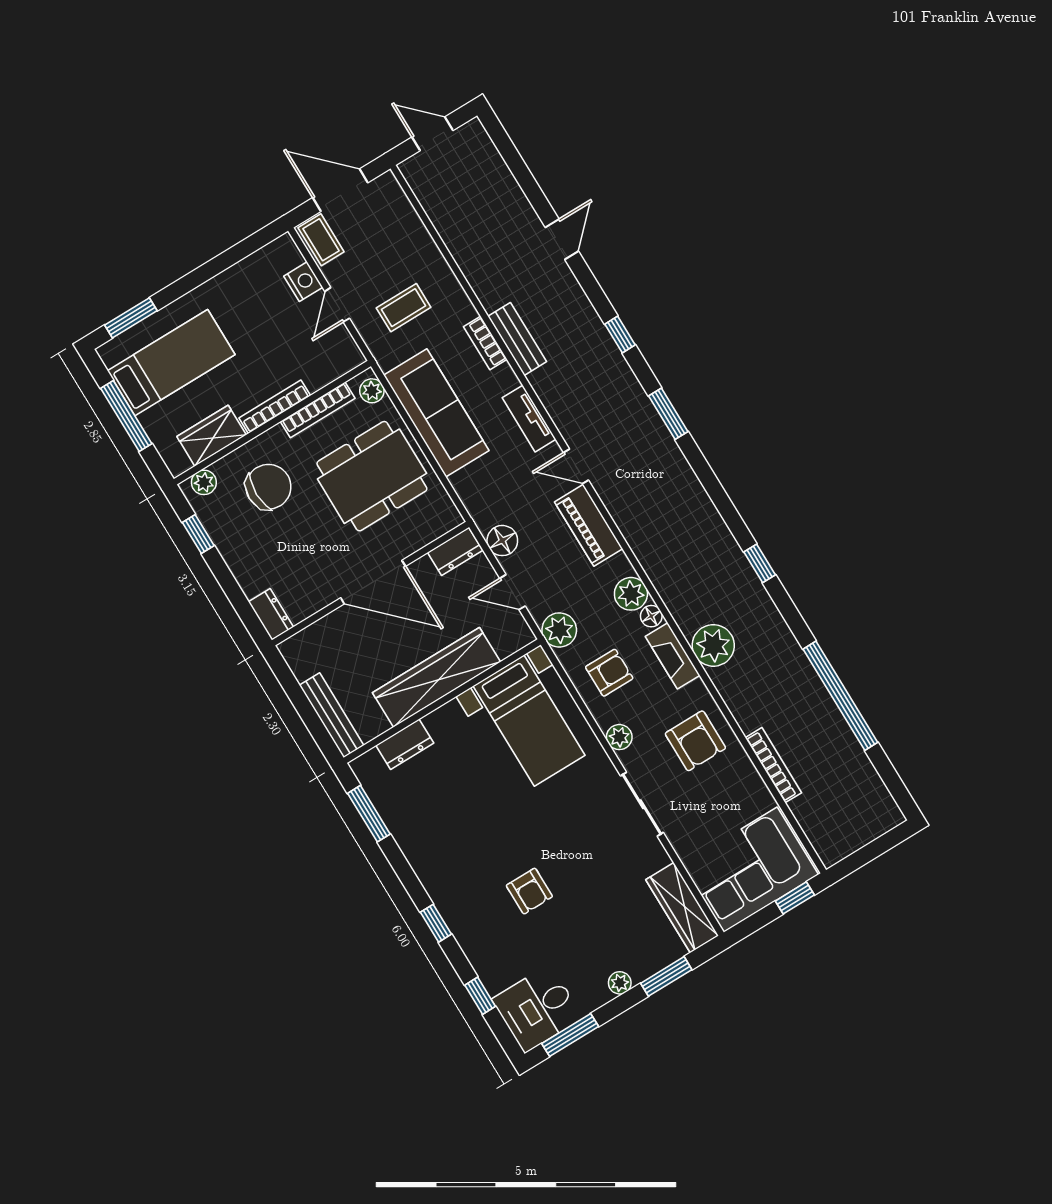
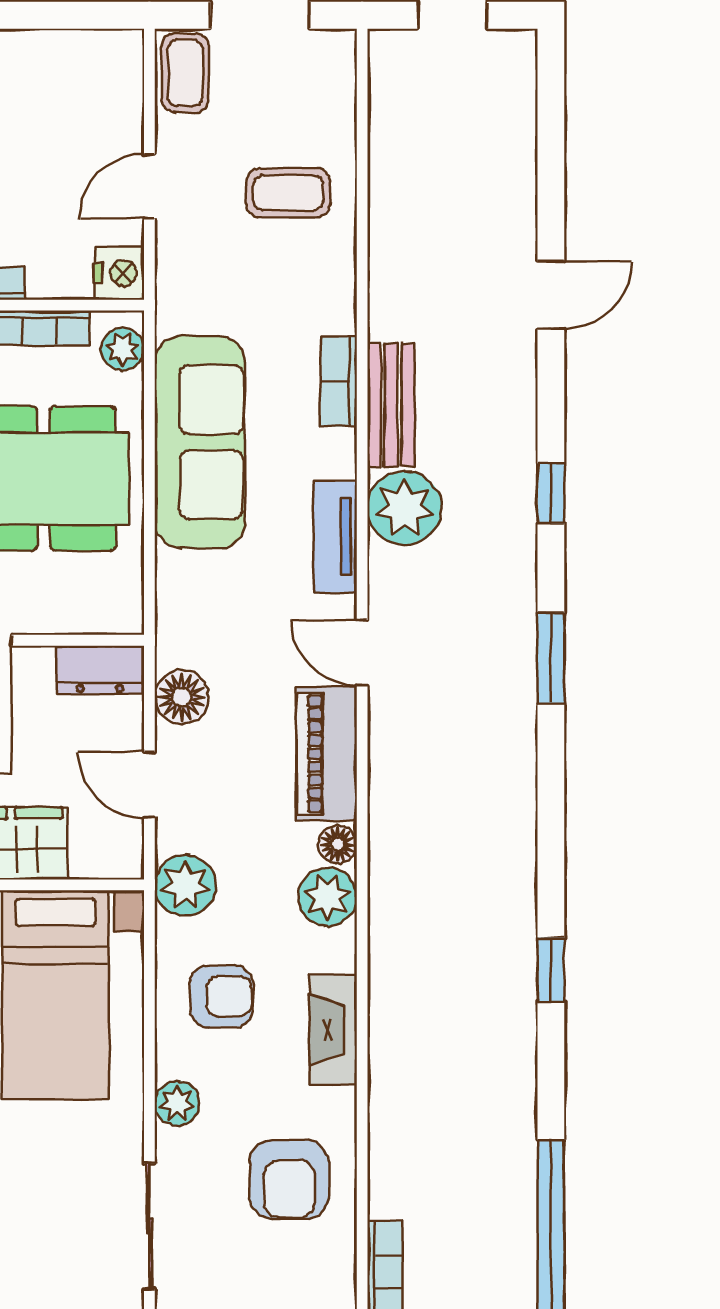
nightstand: (303, 282) -> (119, 273), moved
coffee table: (404, 308) -> (288, 193), moved
floor lamp: (651, 616) -> (338, 844), moved
plant: (713, 645) -> (405, 508), moved

